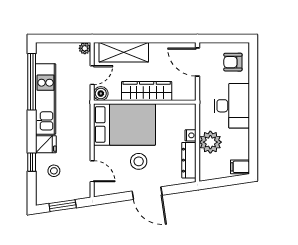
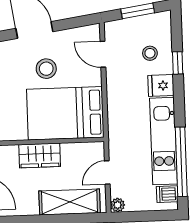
dishwasher: (44, 56) -> (167, 194), added
wardrobe: (147, 91) -> (40, 155), width x0.67
boiler: (101, 94) -> (96, 150), removed

